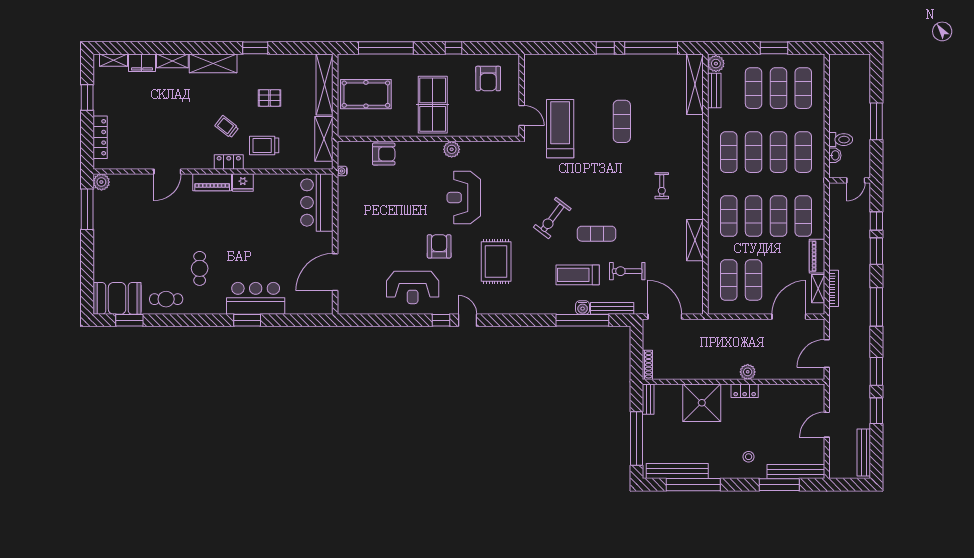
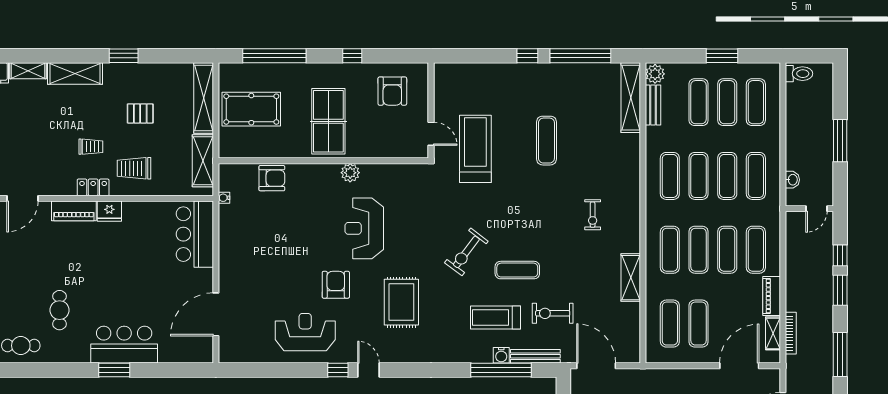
trolley: (227, 127) -> (91, 147), turned 142
toilet: (841, 140) -> (799, 74), moved
reception desk: (413, 287) -> (305, 332), turned 180

